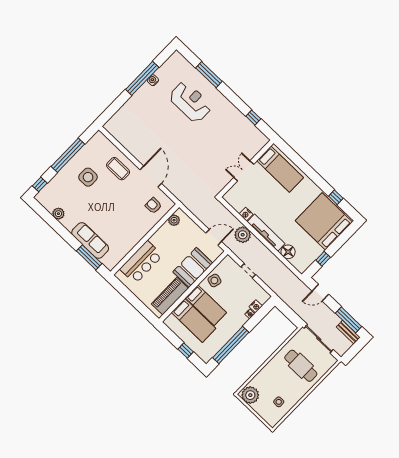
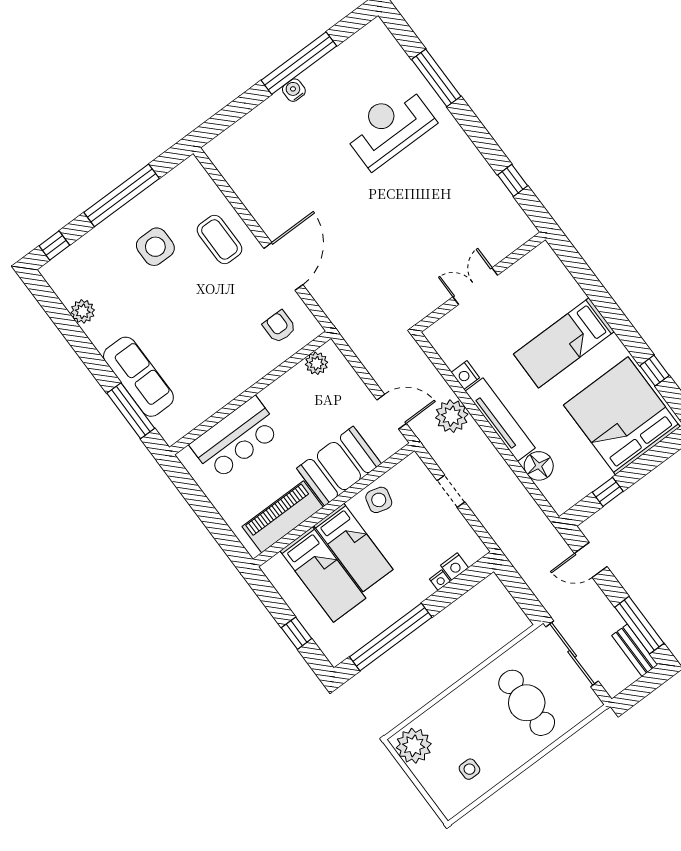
water cooler: (153, 80) -> (294, 90), moved
reception desk: (190, 102) -> (389, 127), turned -90
bed: (280, 169) -> (564, 343), moved, turned 90

